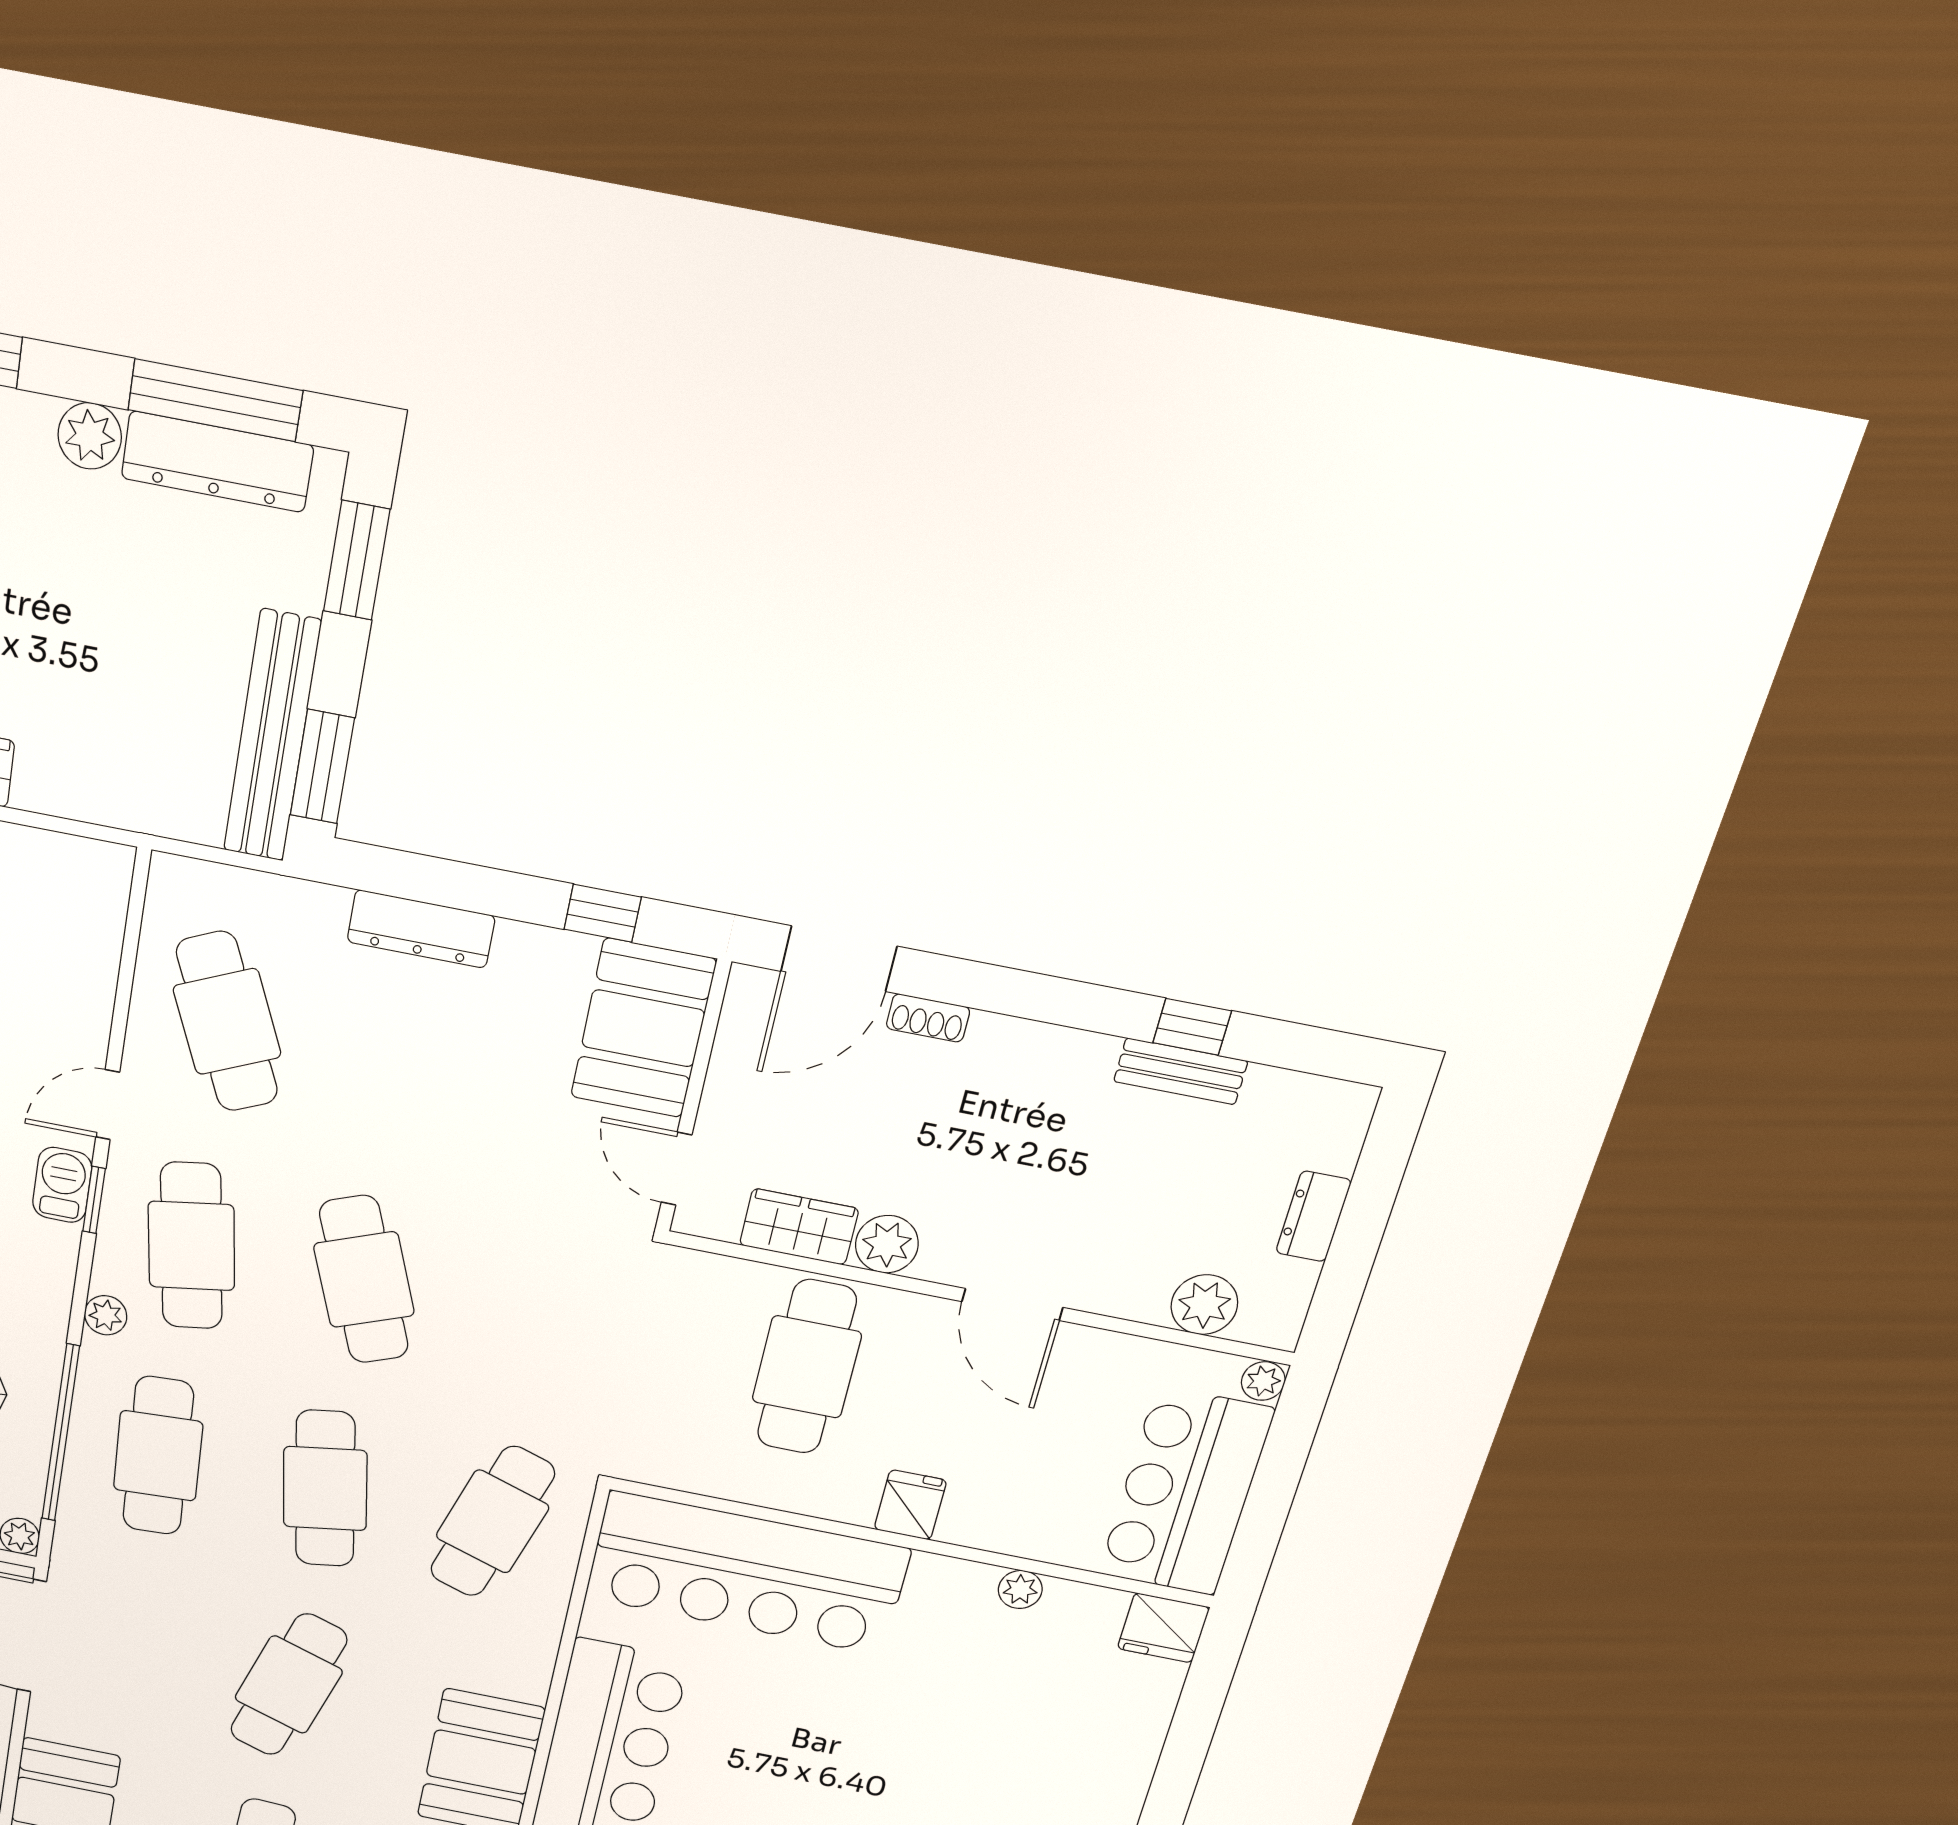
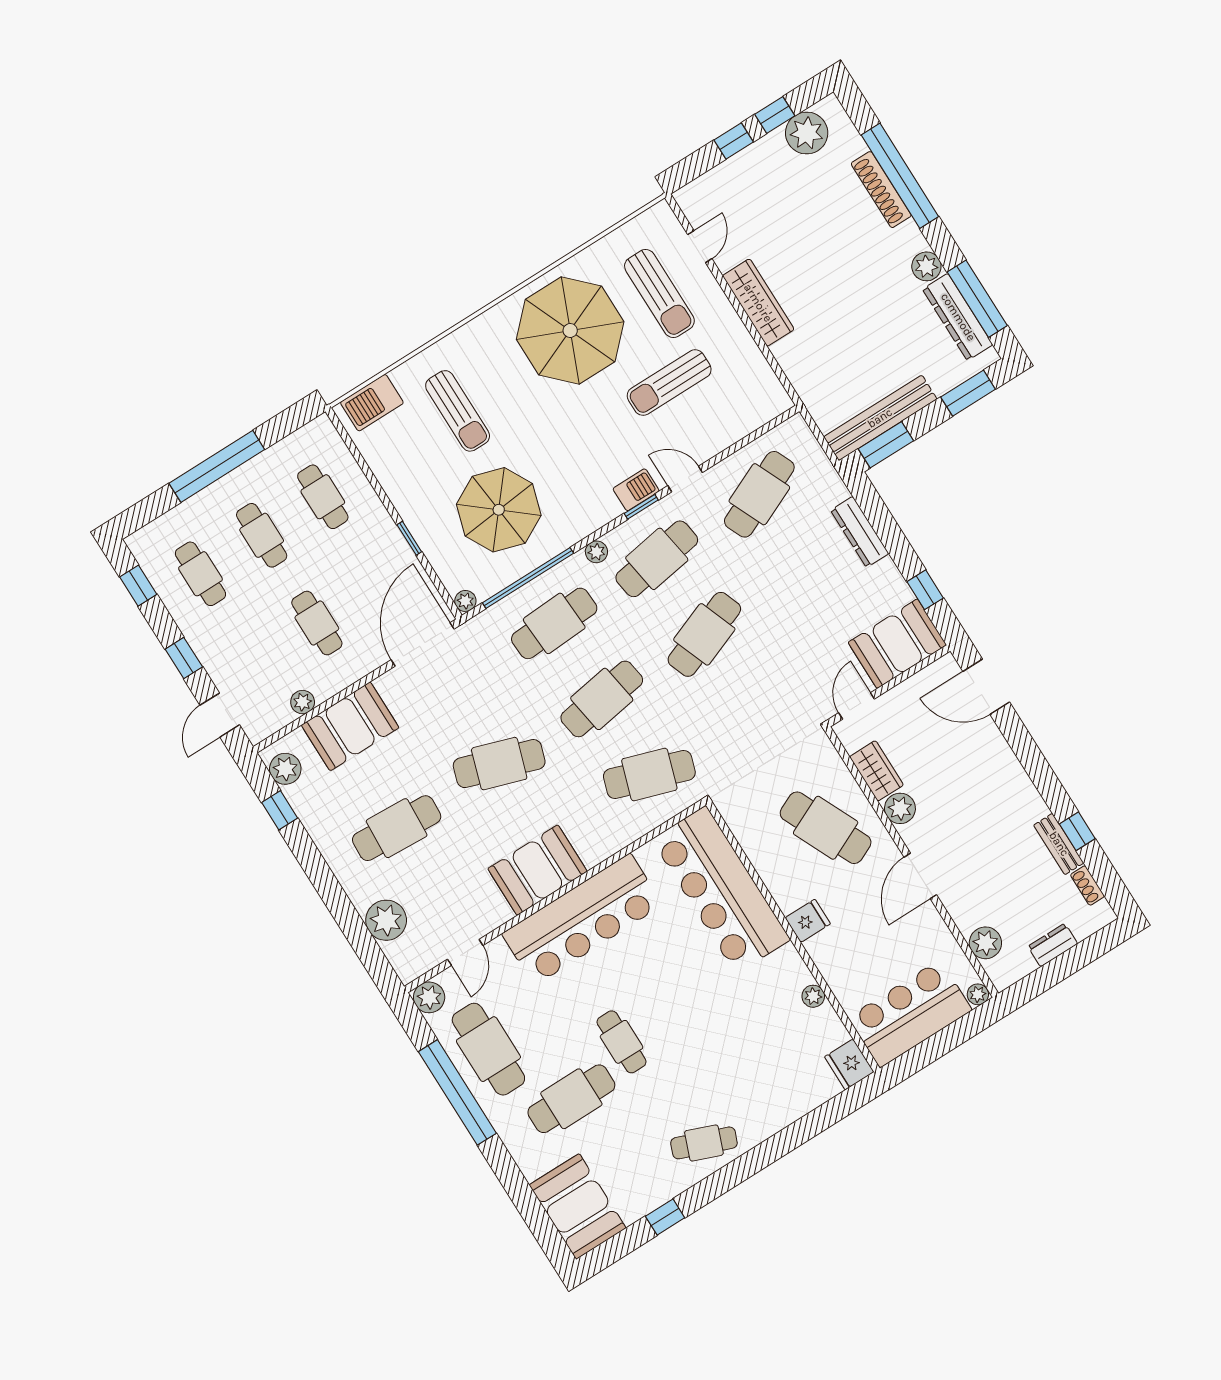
shoe rack: (928, 1018) -> (1087, 885), moved
cafe table: (807, 1367) -> (826, 828), turned 65

